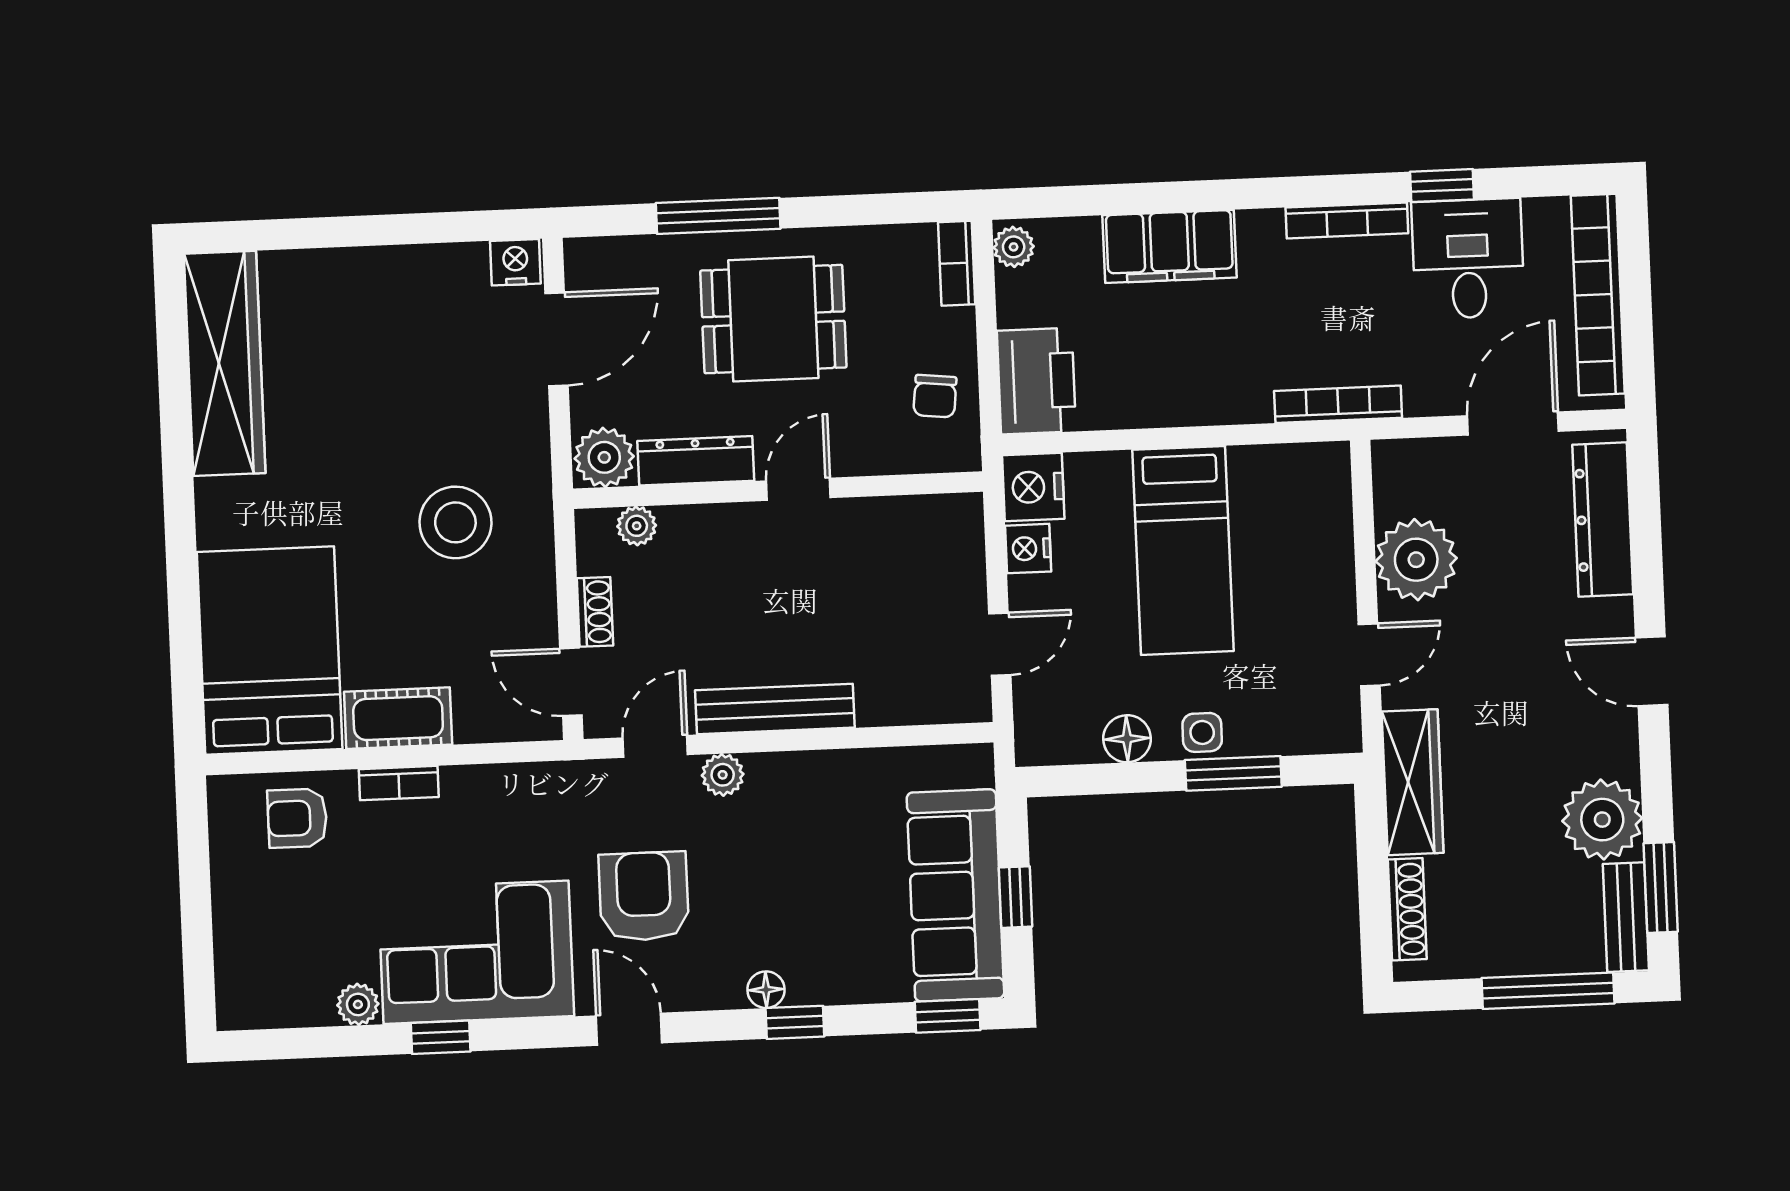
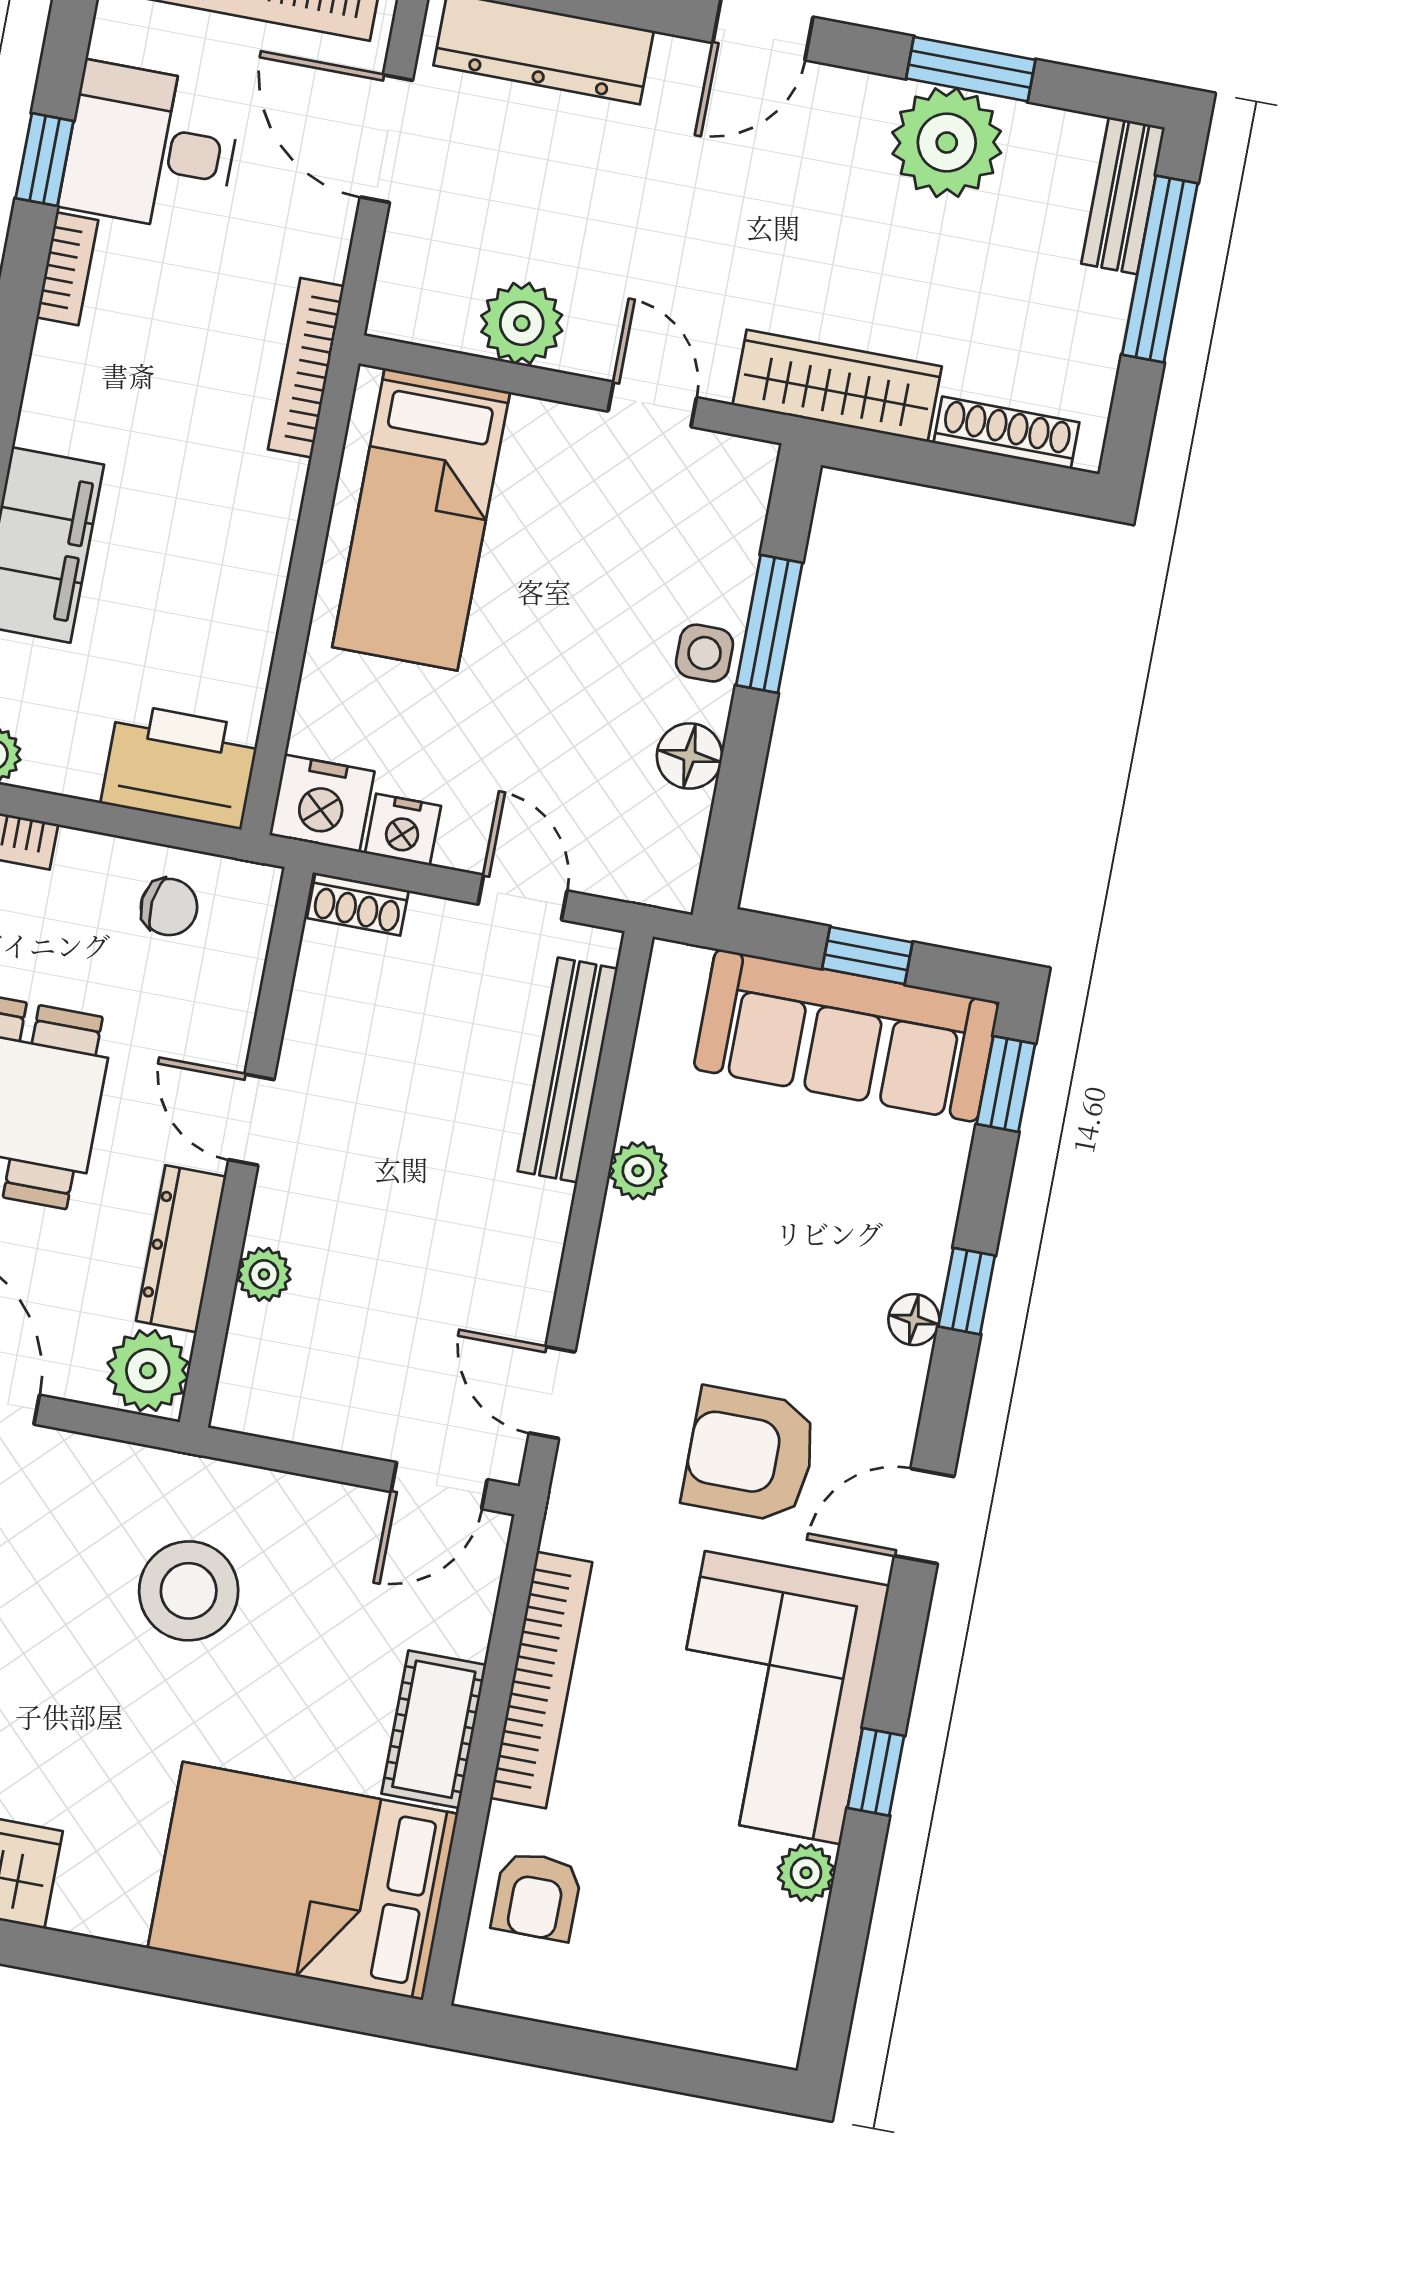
bookcase: (1347, 220) -> (67, 269), width x0.64
plant: (637, 526) -> (264, 1274), moved
bed: (1183, 550) -> (421, 519), moved, turned 90
plant: (1416, 560) -> (522, 323), width x0.73, depth x0.73
shoe rack: (595, 612) -> (358, 904), moved, turned 180
bench: (775, 709) -> (568, 1070), moved
plant: (723, 775) -> (638, 1171), moved
bookcase: (399, 783) -> (541, 1680), width x2.31, depth x1.31
window: (1661, 887) -> (971, 69), moved
bench: (1626, 917) -> (1123, 196), moved, turned 90

